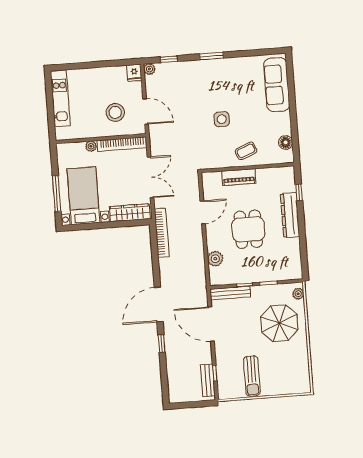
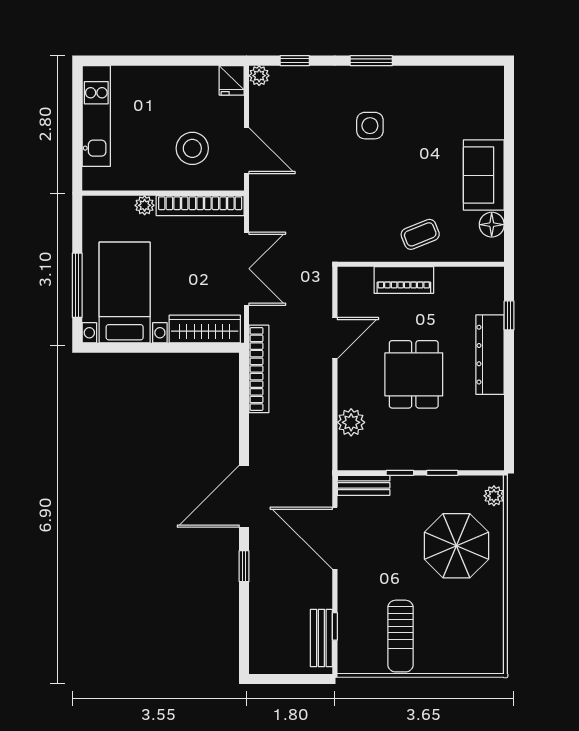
sofa: (277, 85) -> (484, 175), moved, width x0.73
side table: (222, 119) -> (370, 126), moved
bench: (230, 293) -> (364, 485), width x0.73

